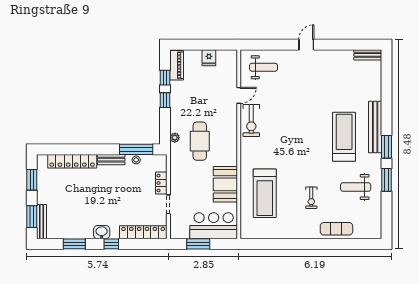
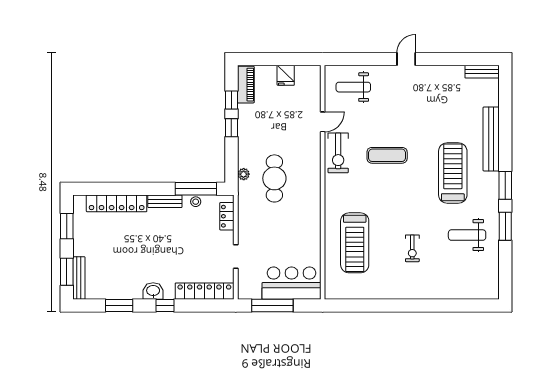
weight bench: (264, 67) -> (353, 87), turned 180
bench: (375, 127) -> (491, 139), moved
locker: (161, 183) -> (227, 216), moved
booth: (225, 184) -> (306, 232), removed
exercise mat: (336, 229) -> (387, 155), moved
window: (198, 244) -> (272, 305), width x1.44

